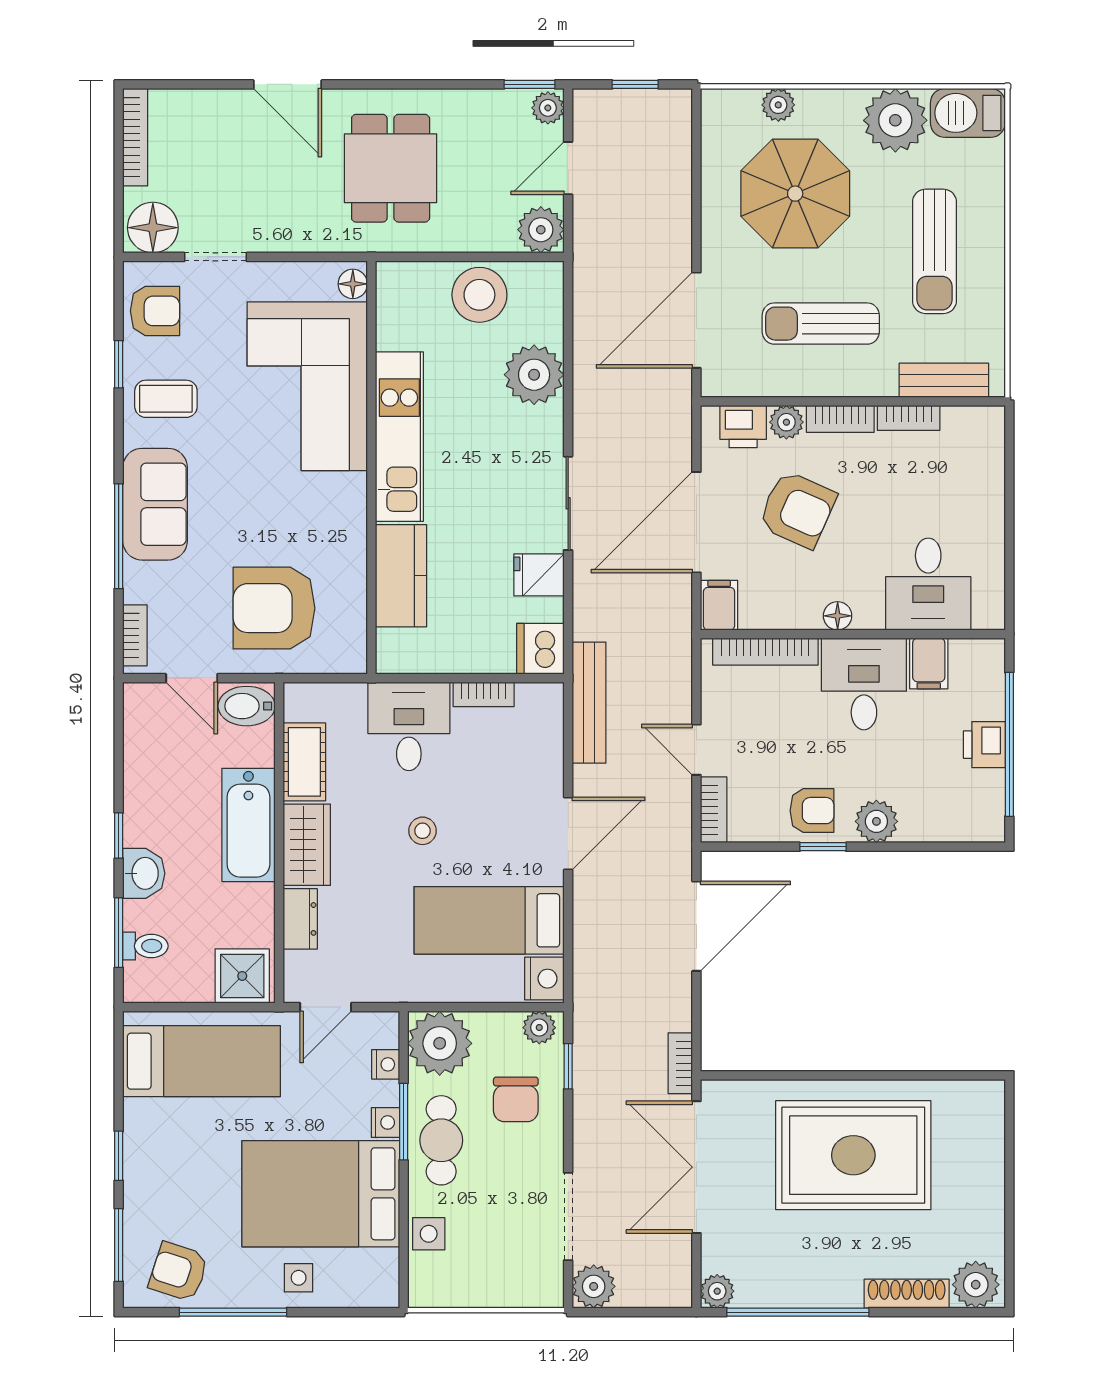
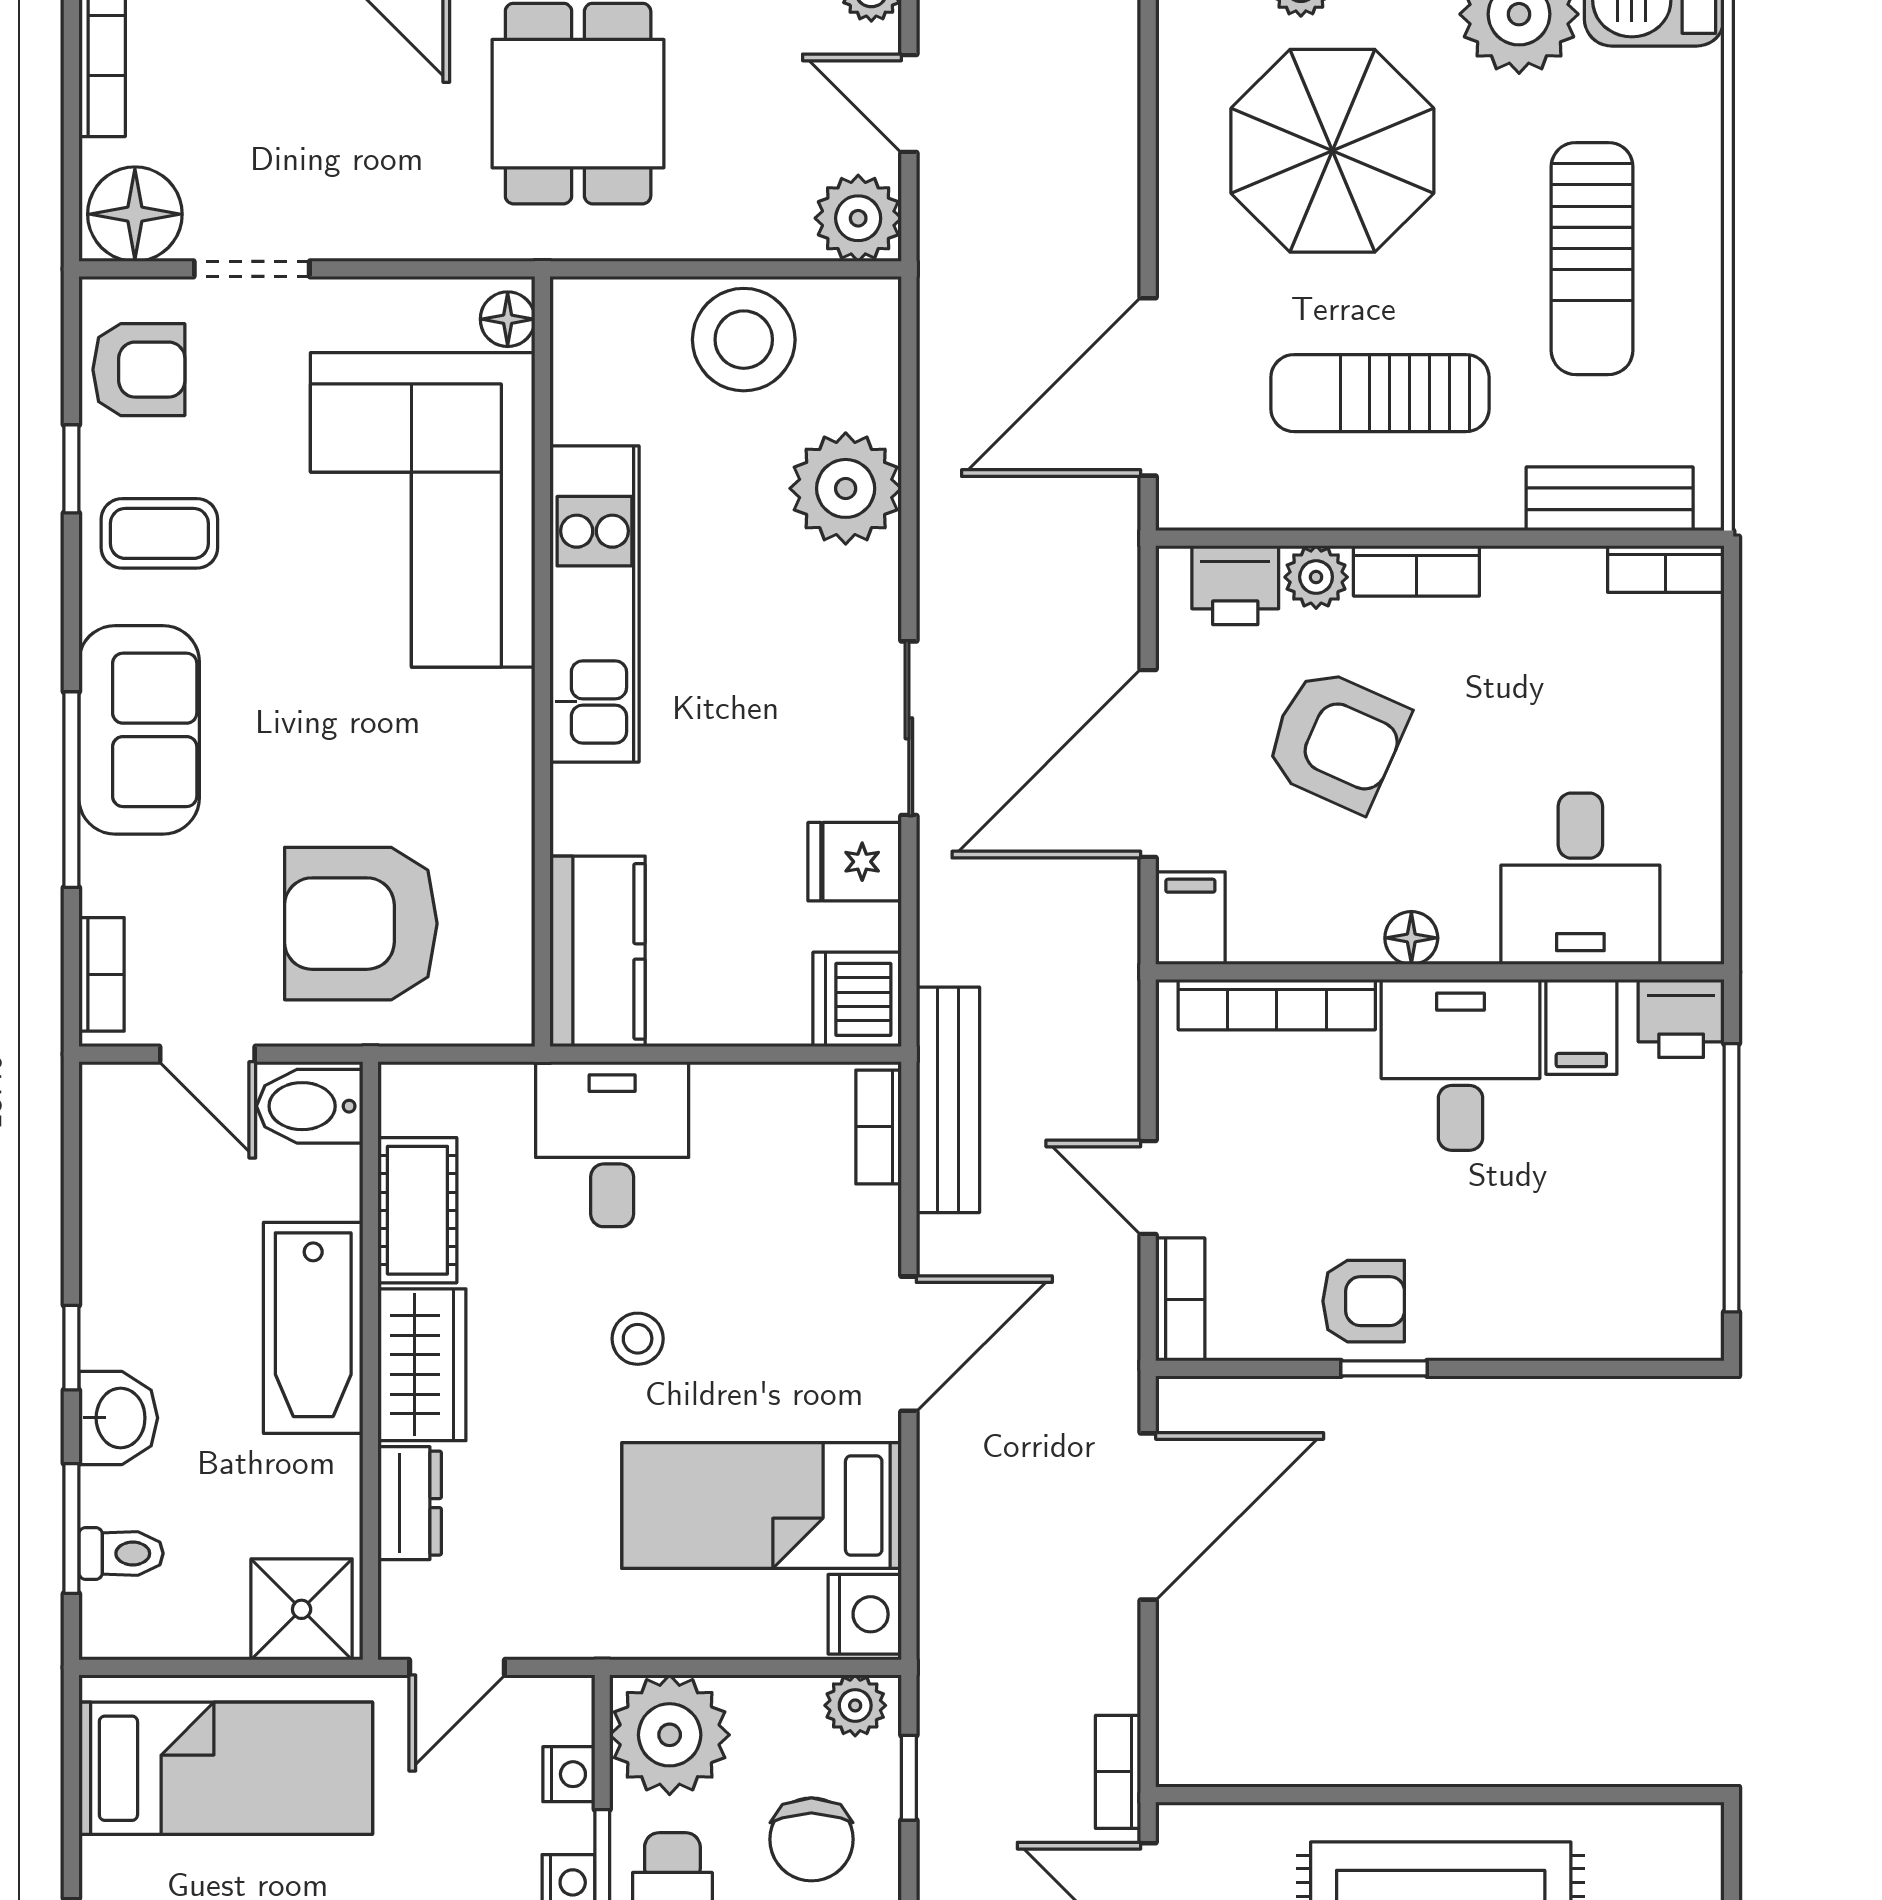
door: (568, 168) -> (909, 104), hinge flipped
bookcase: (909, 418) -> (1666, 569), moved
kitchen counter: (401, 576) -> (598, 951), moved
bookcase: (484, 694) -> (879, 1127), moved, turned 90
printer: (984, 745) -> (1681, 1018), moved, turned -90
plant: (876, 821) -> (1484, 1321), removed

